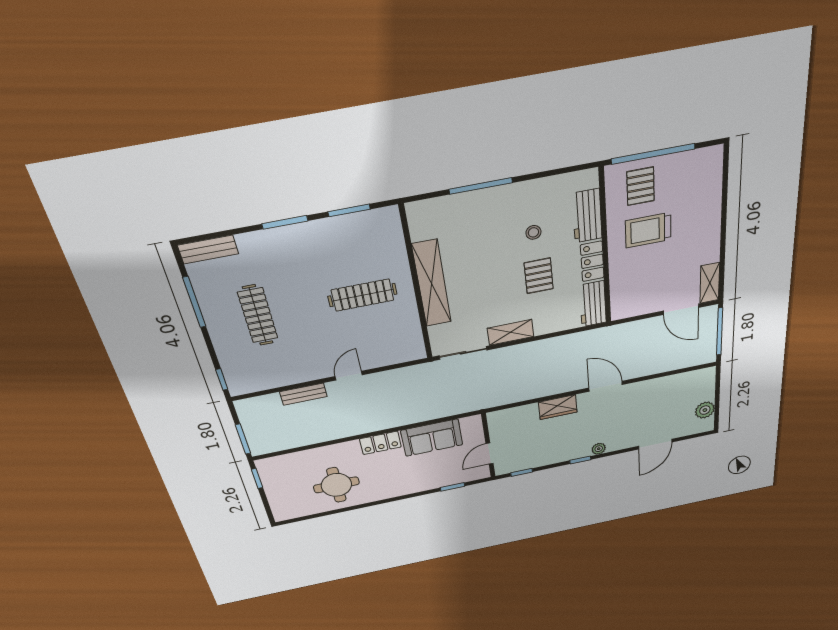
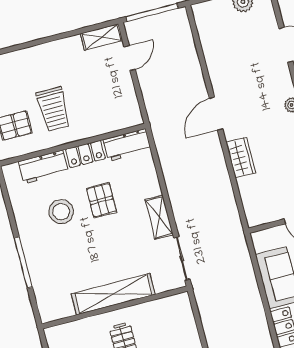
stool: (533, 232) -> (61, 212), width x1.89, depth x1.89
pallet: (539, 276) -> (102, 200), turned 90
door: (681, 309) -> (130, 58), width x0.73

